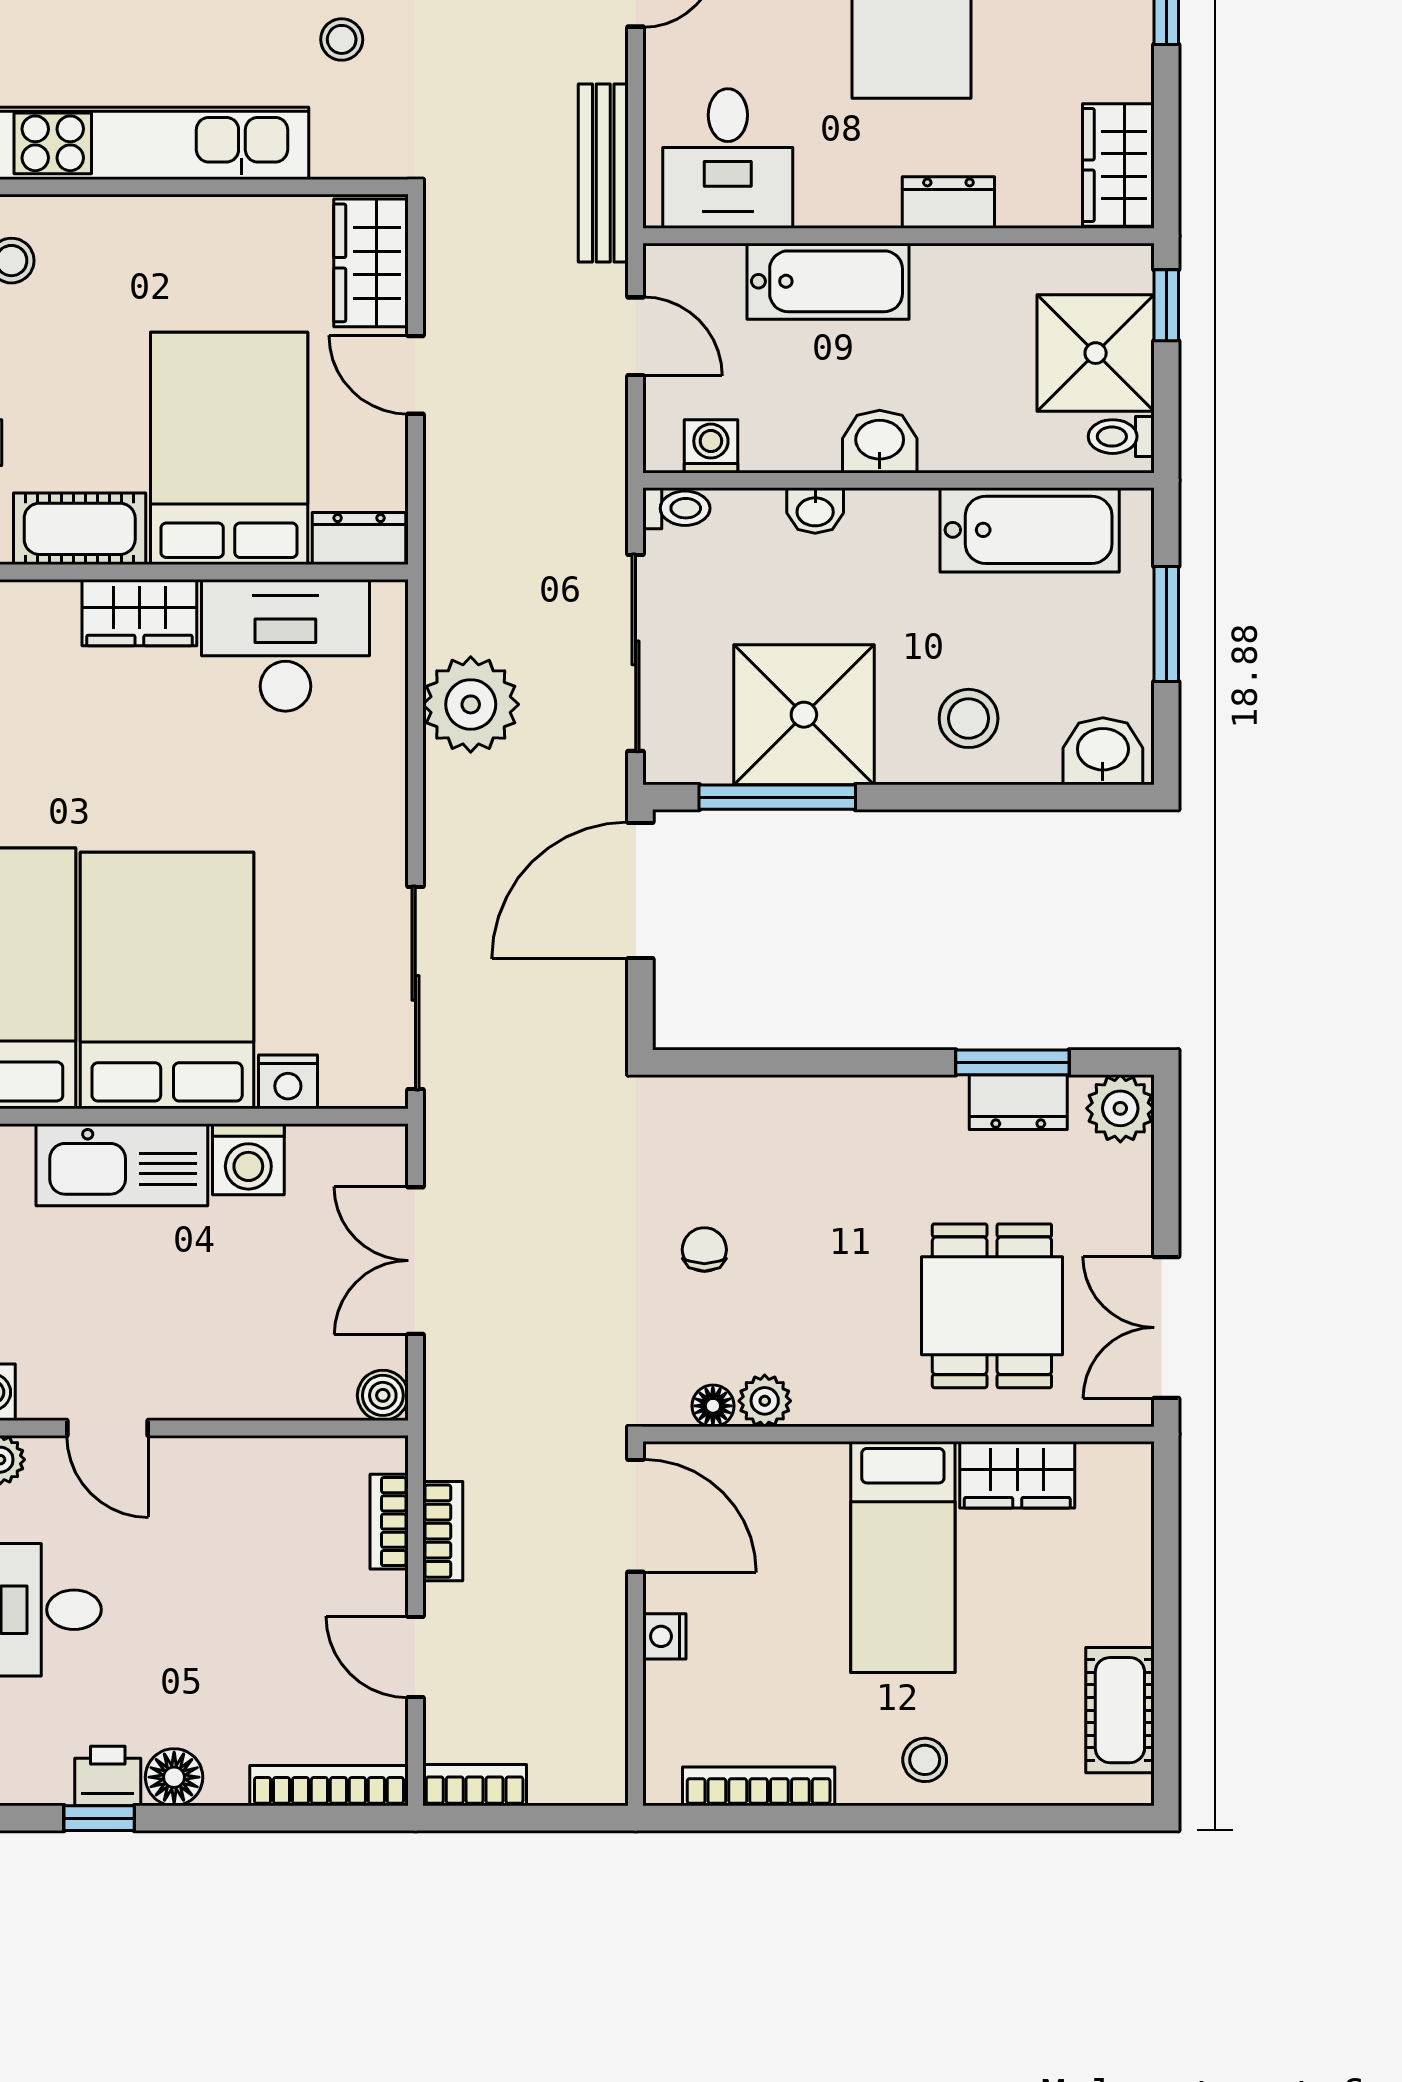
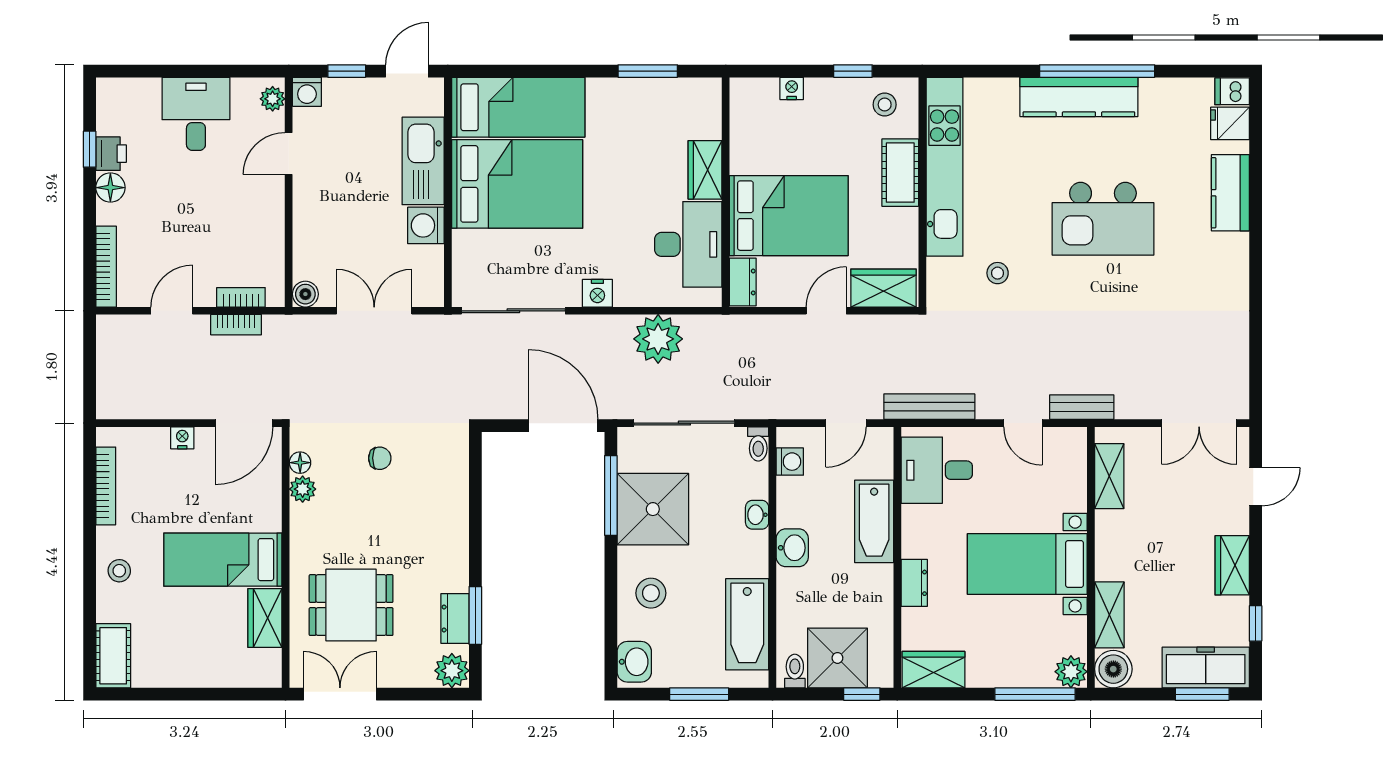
cot: (80, 529) -> (900, 173), moved
nightstand: (288, 1082) -> (597, 293), moved, turned -90
cot: (1120, 1710) -> (113, 656), moved, turned 90
bookcase: (475, 1785) -> (106, 341), removed

